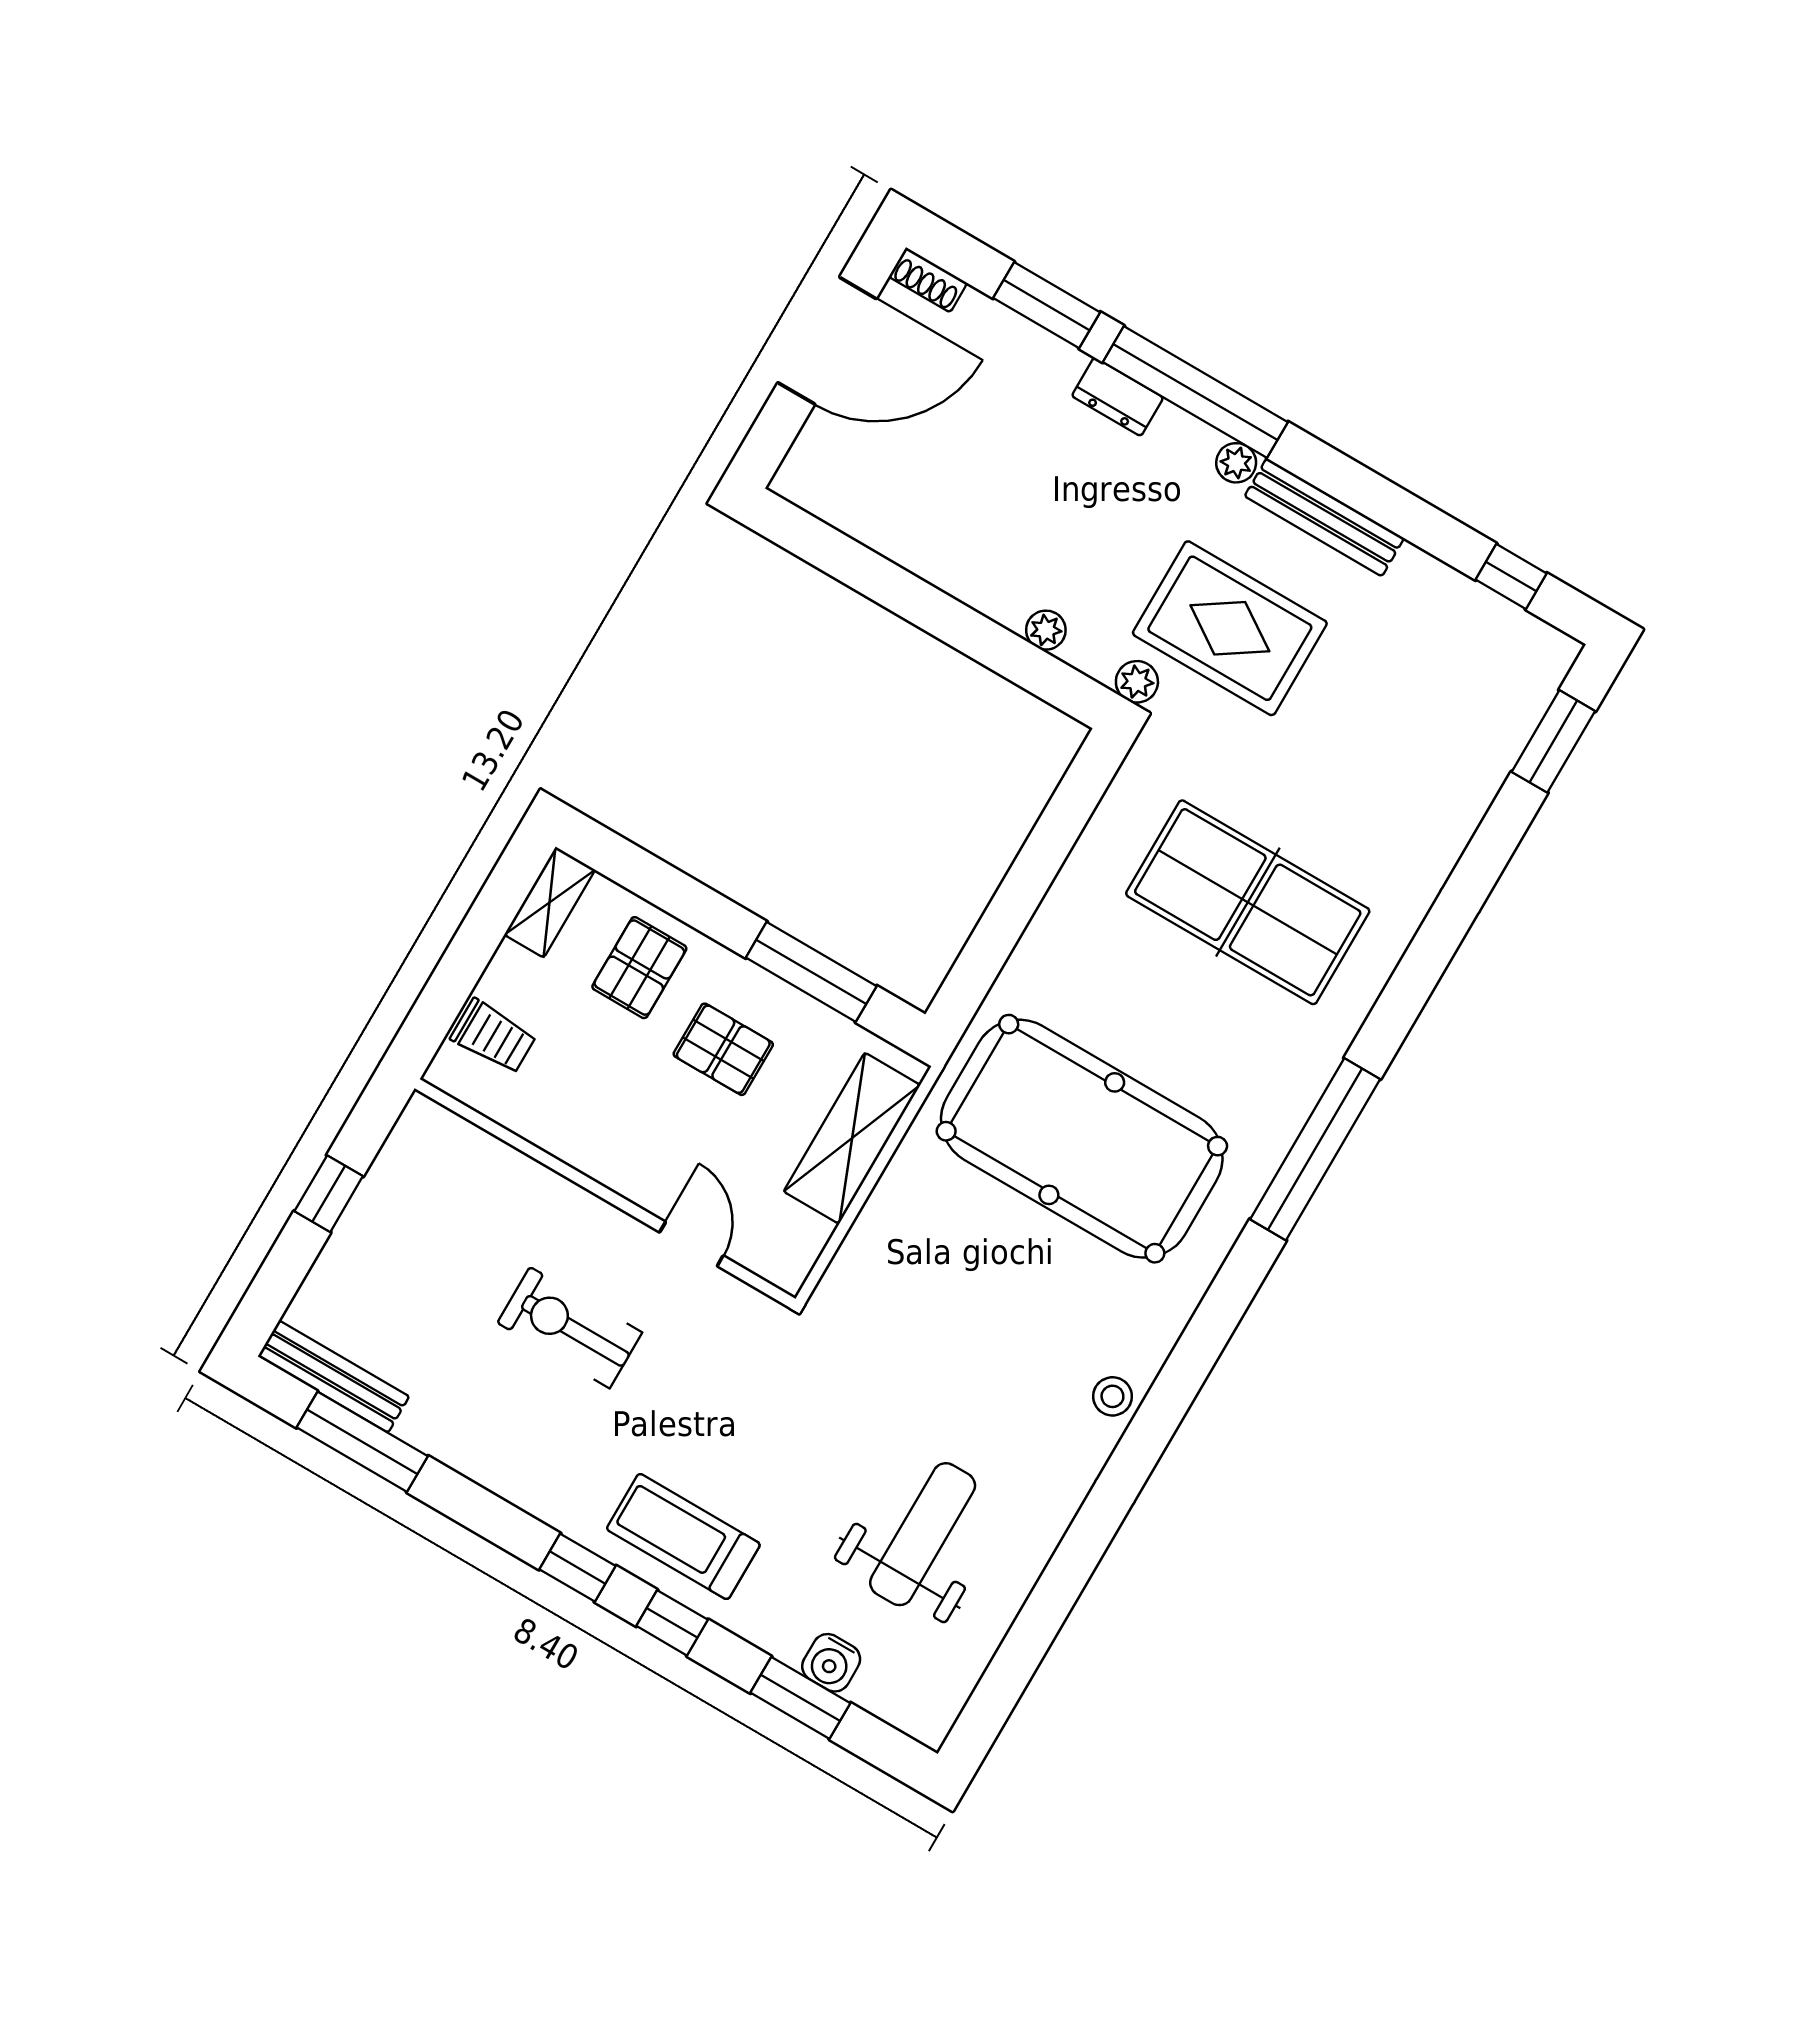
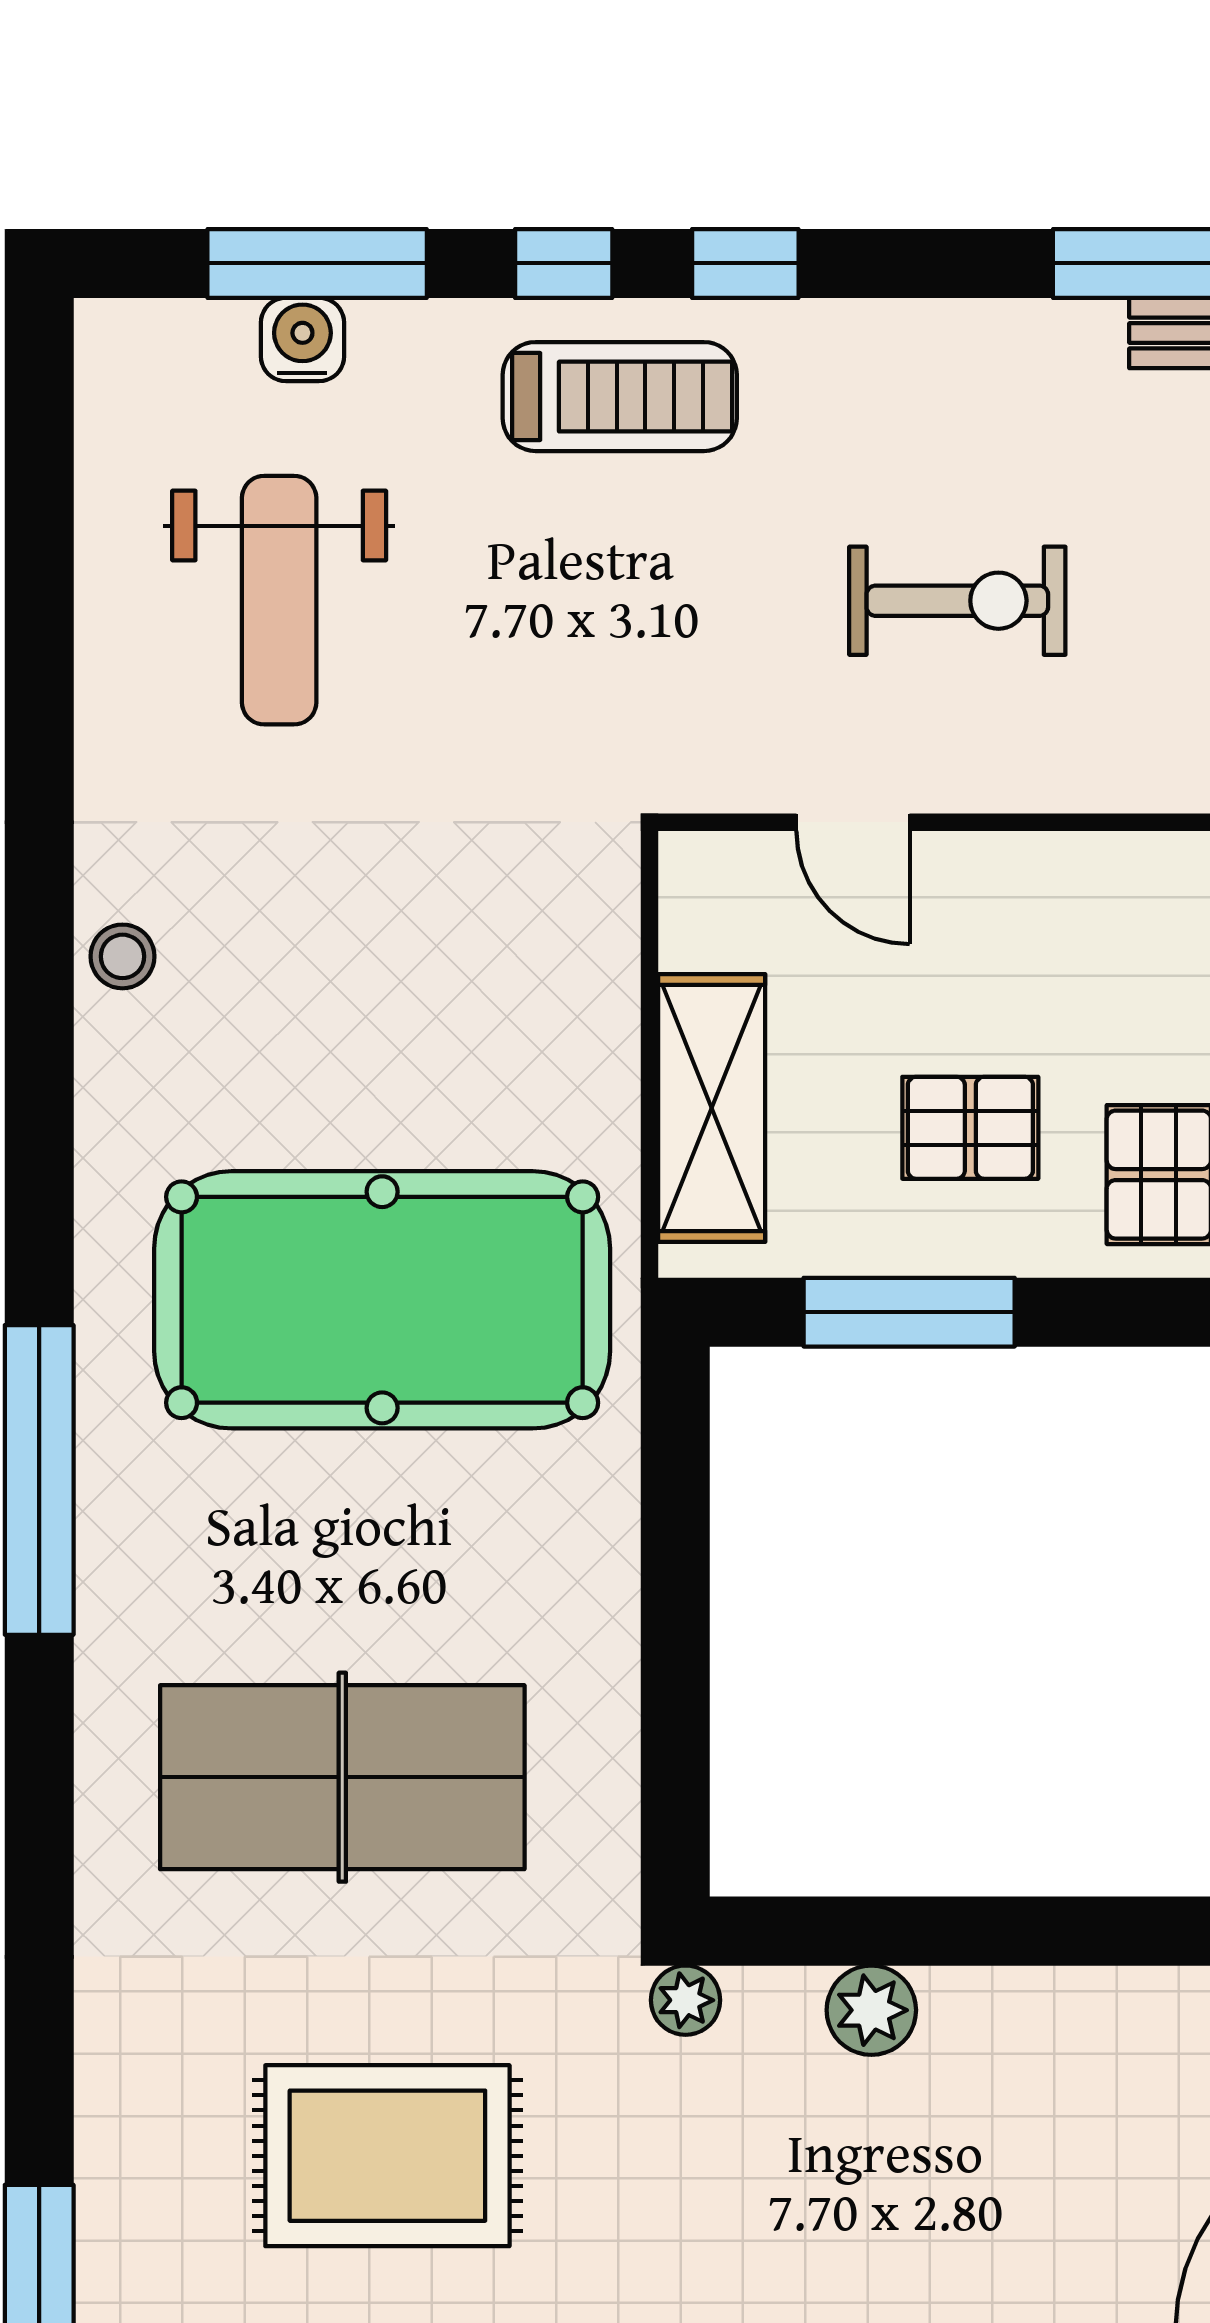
rug: (1230, 628) -> (387, 2156), moved
plant: (1046, 630) -> (871, 2010), width x1.38, depth x1.38
window: (800, 1698) -> (317, 263), width x1.44

